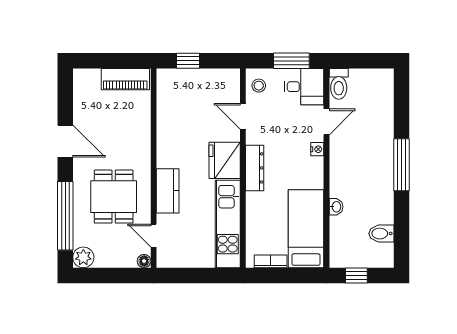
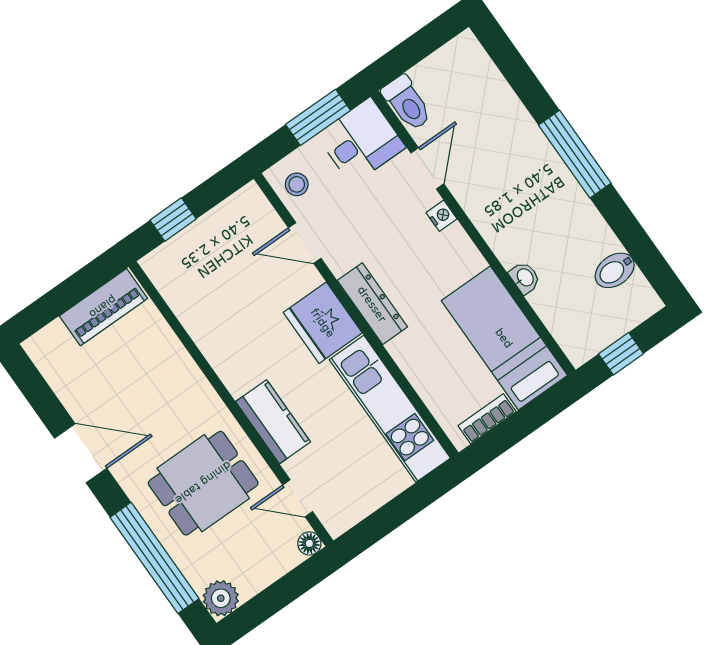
dining table: (114, 197) -> (203, 483), turned 90

